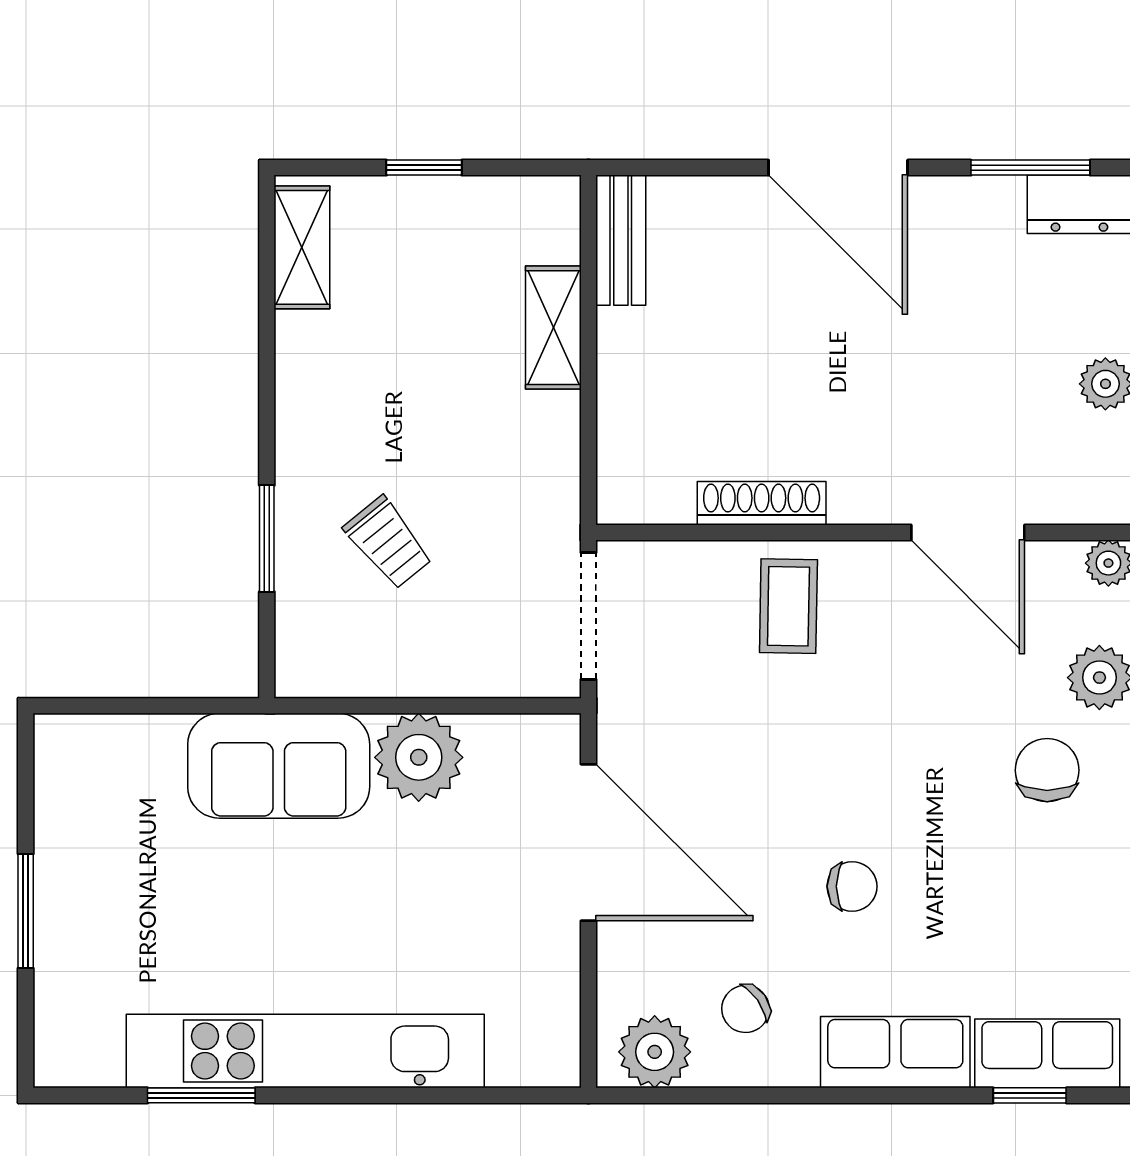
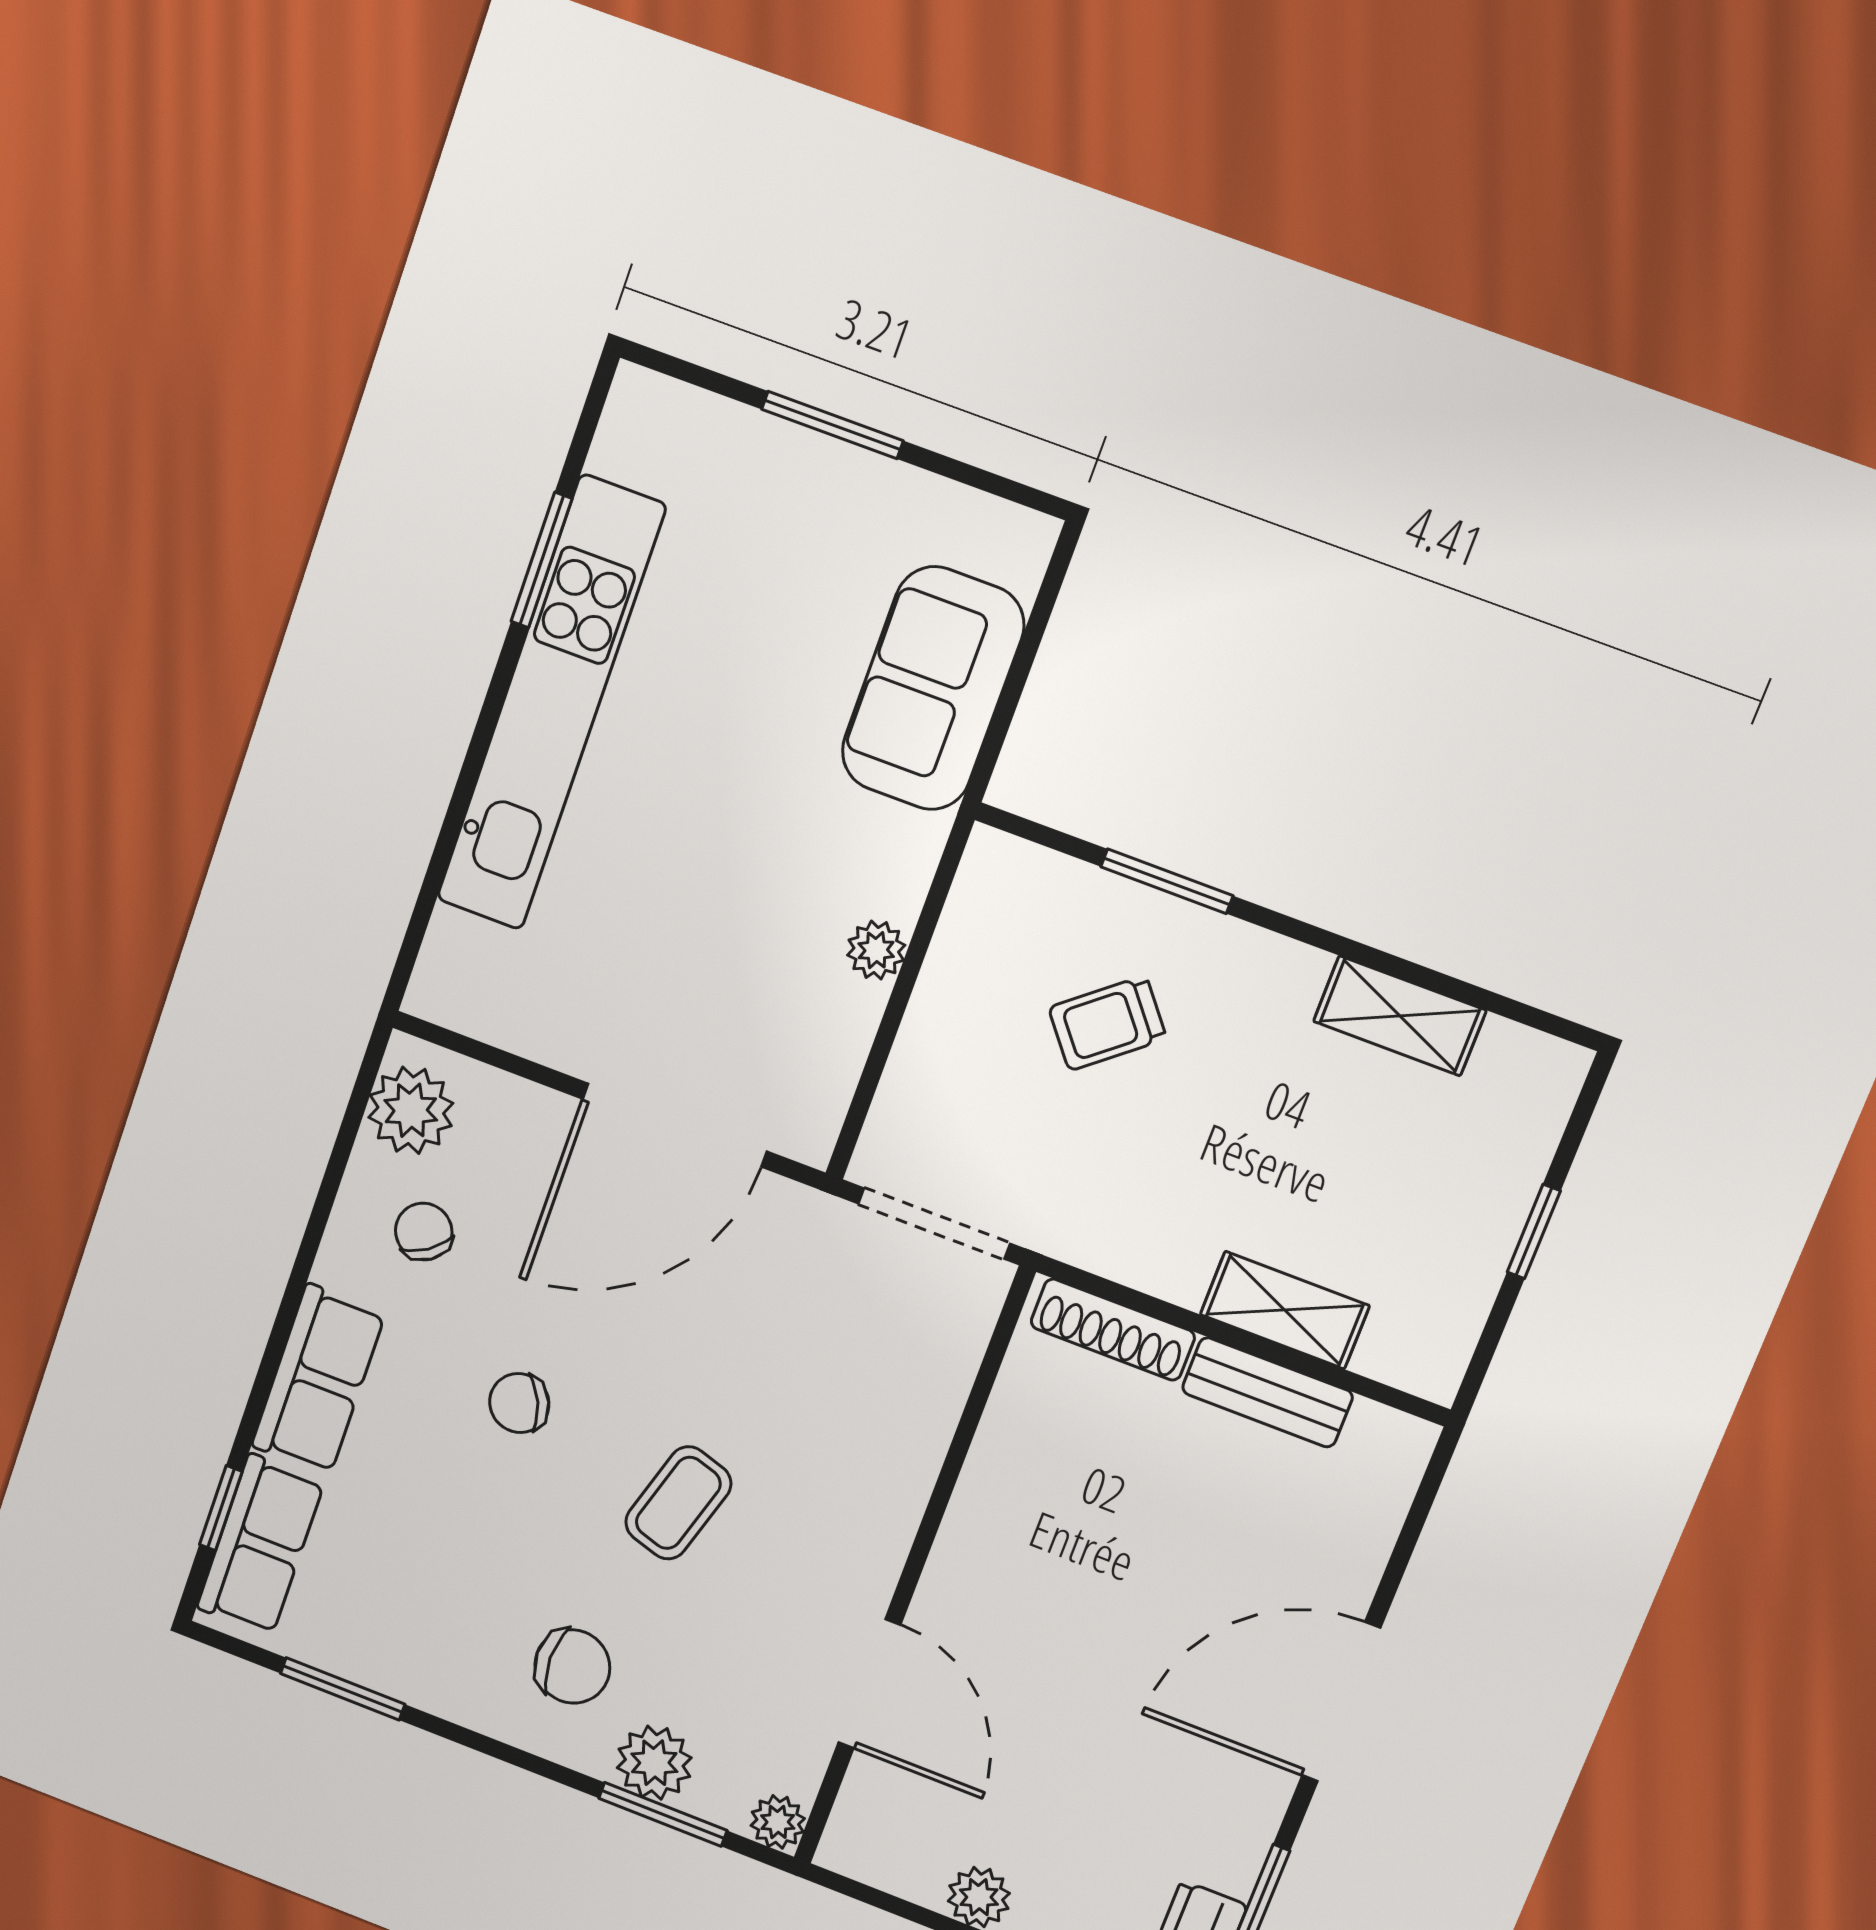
bench: (621, 240) -> (1267, 1392), moved
shelving: (302, 247) -> (1400, 1016), moved
shoe rack: (762, 503) -> (1113, 1330), moved, turned 90
door: (968, 532) -> (869, 1684), swing flipped
coffee table: (788, 606) -> (678, 1503), moved, turned -74
plant: (419, 757) -> (876, 950), width x0.53, depth x0.53
sofa: (279, 766) -> (933, 689), moved
chair: (852, 886) -> (519, 1403), turned 67

